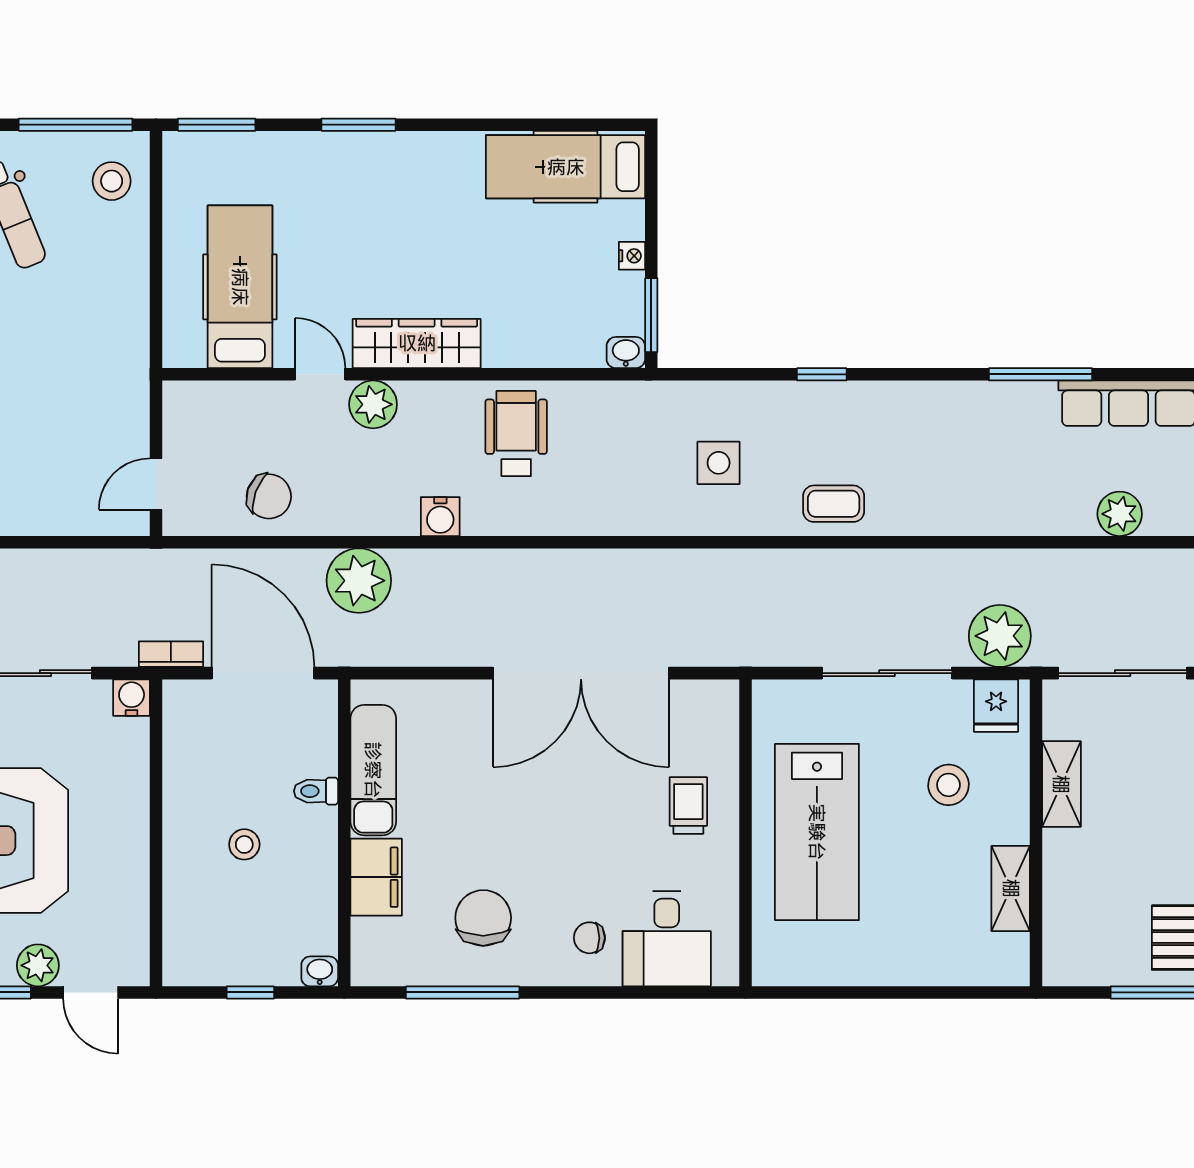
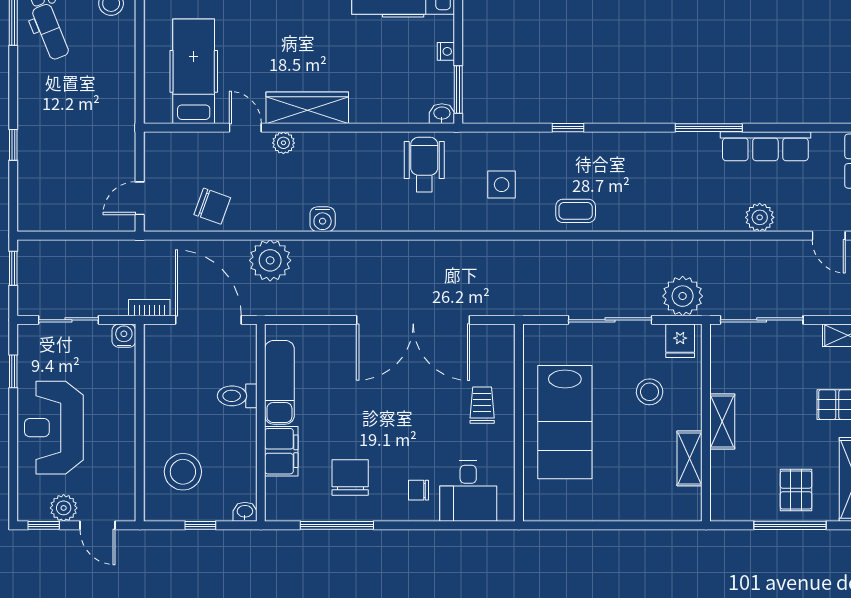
plant: (373, 404) -> (283, 143), width x0.73, depth x0.73
wheelchair: (516, 434) -> (424, 164), moved
shelving: (1061, 784) -> (722, 421), moved
toilet: (316, 791) -> (237, 396), width x1.37, depth x1.39
stool: (244, 844) -> (183, 472), moved, width x1.89, depth x1.89

